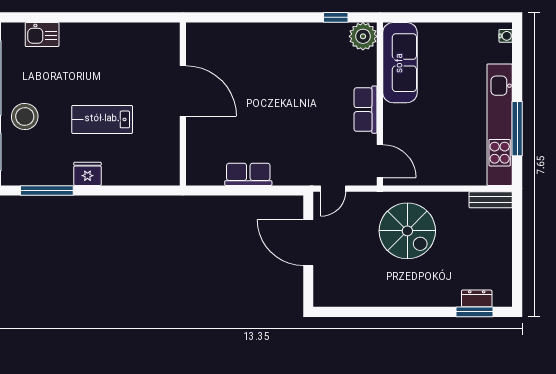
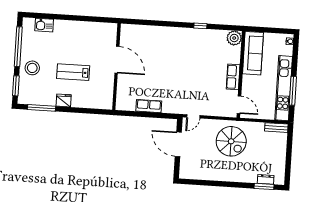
plant: (363, 36) -> (234, 38), moved
sofa: (400, 63) -> (253, 53), moved
wall: (380, 104) -> (241, 74), moved
row of seats: (366, 110) -> (233, 77), moved
door: (380, 161) -> (239, 105), moved

